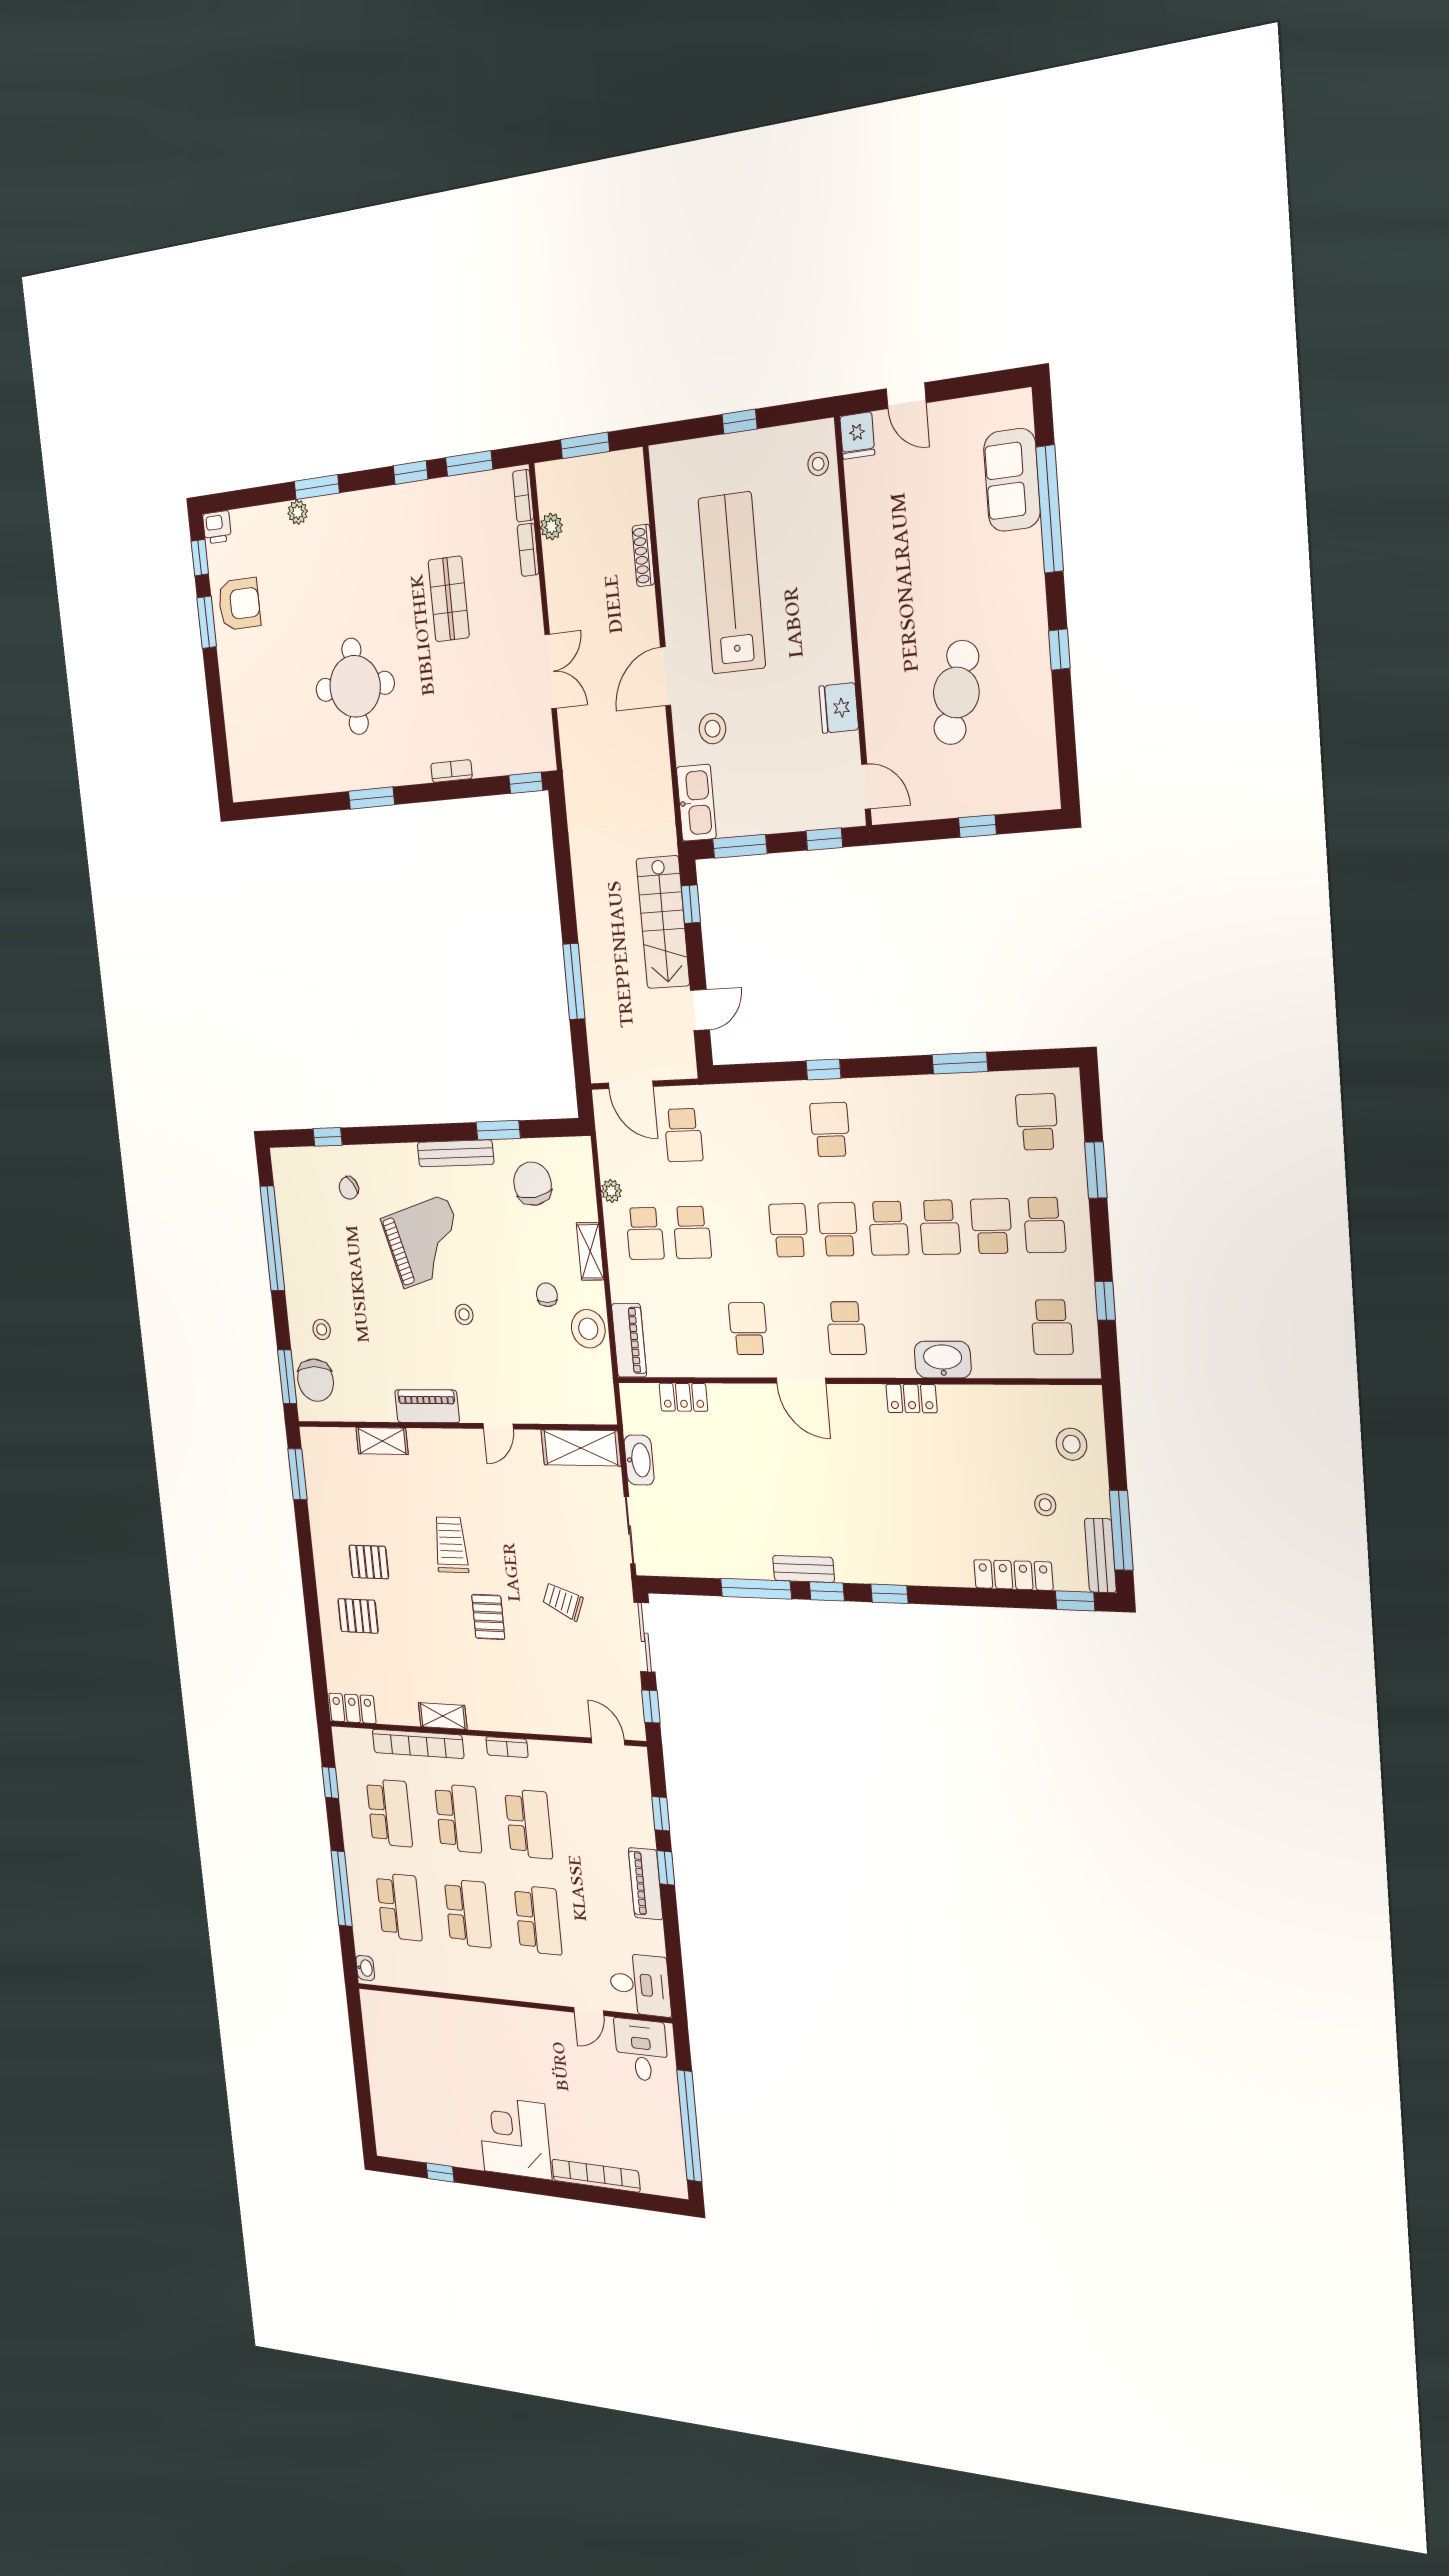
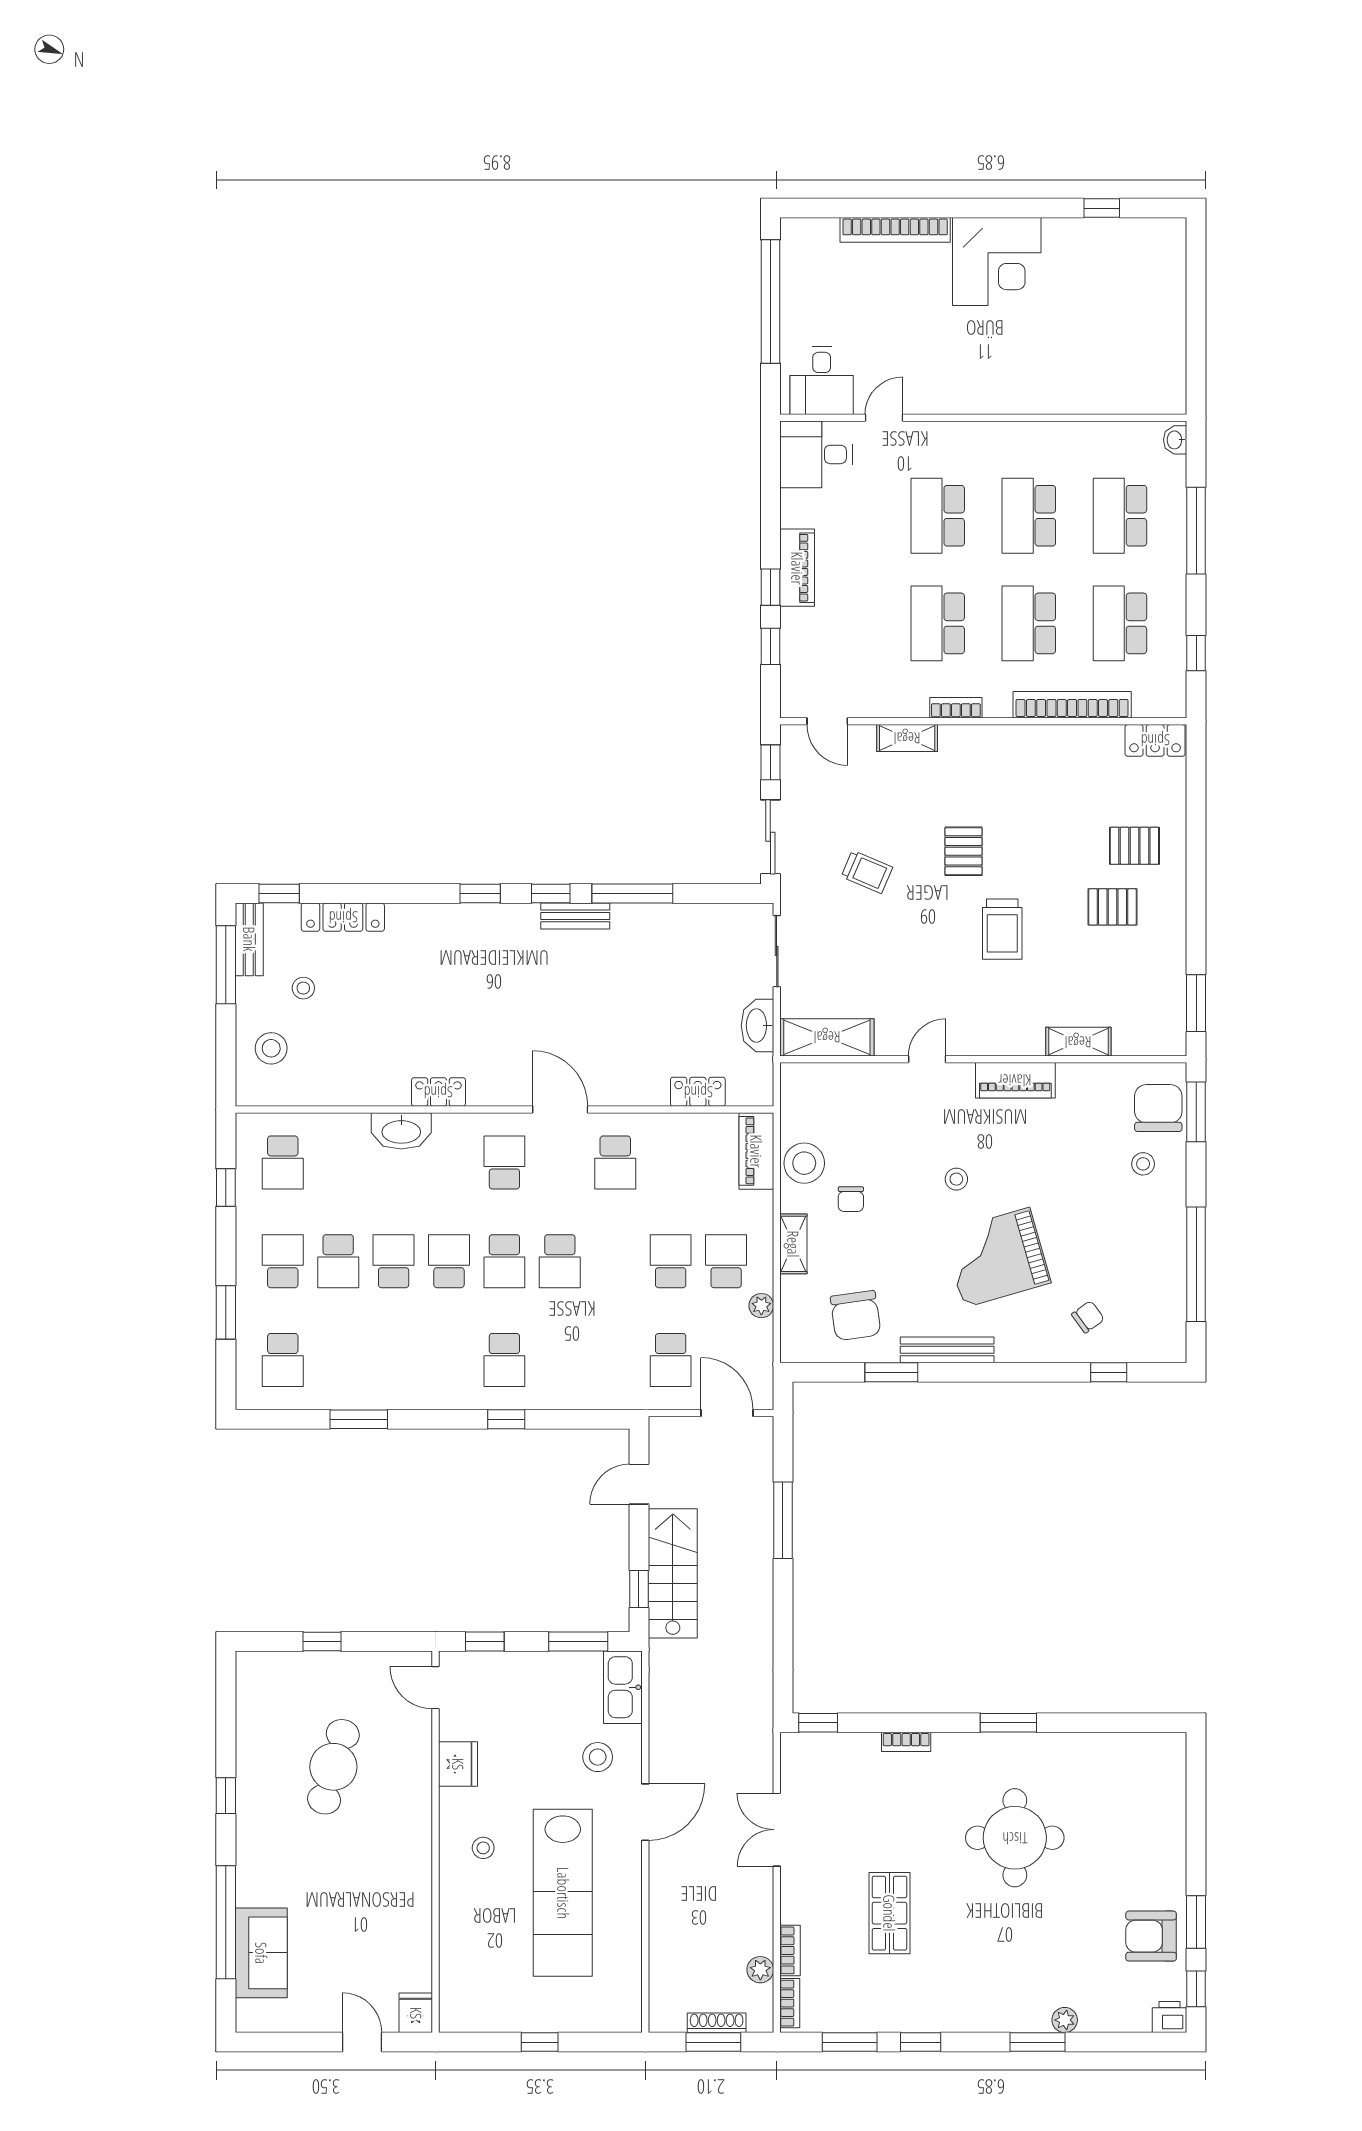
stool: (818, 464) -> (483, 1848), moved
shoe rack: (643, 555) -> (717, 2023), moved, turned -90
school desk: (683, 1135) -> (671, 1360), turned 180
school desk: (1052, 1327) -> (283, 1162), turned 180
shelving: (443, 1716) -> (907, 738), moved

